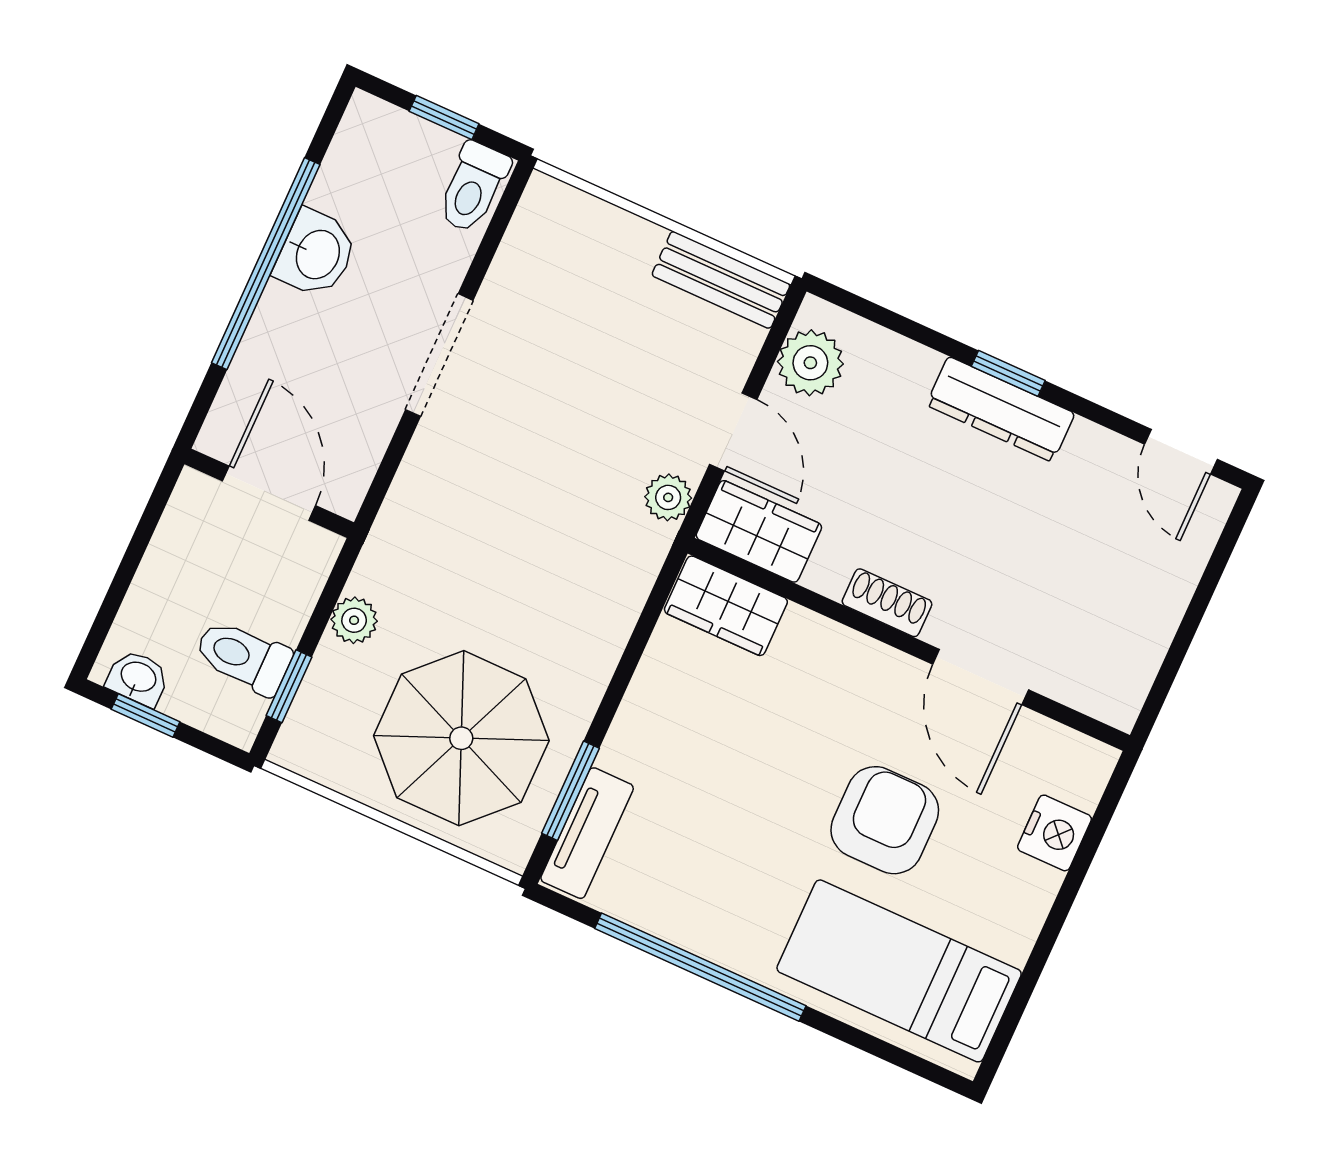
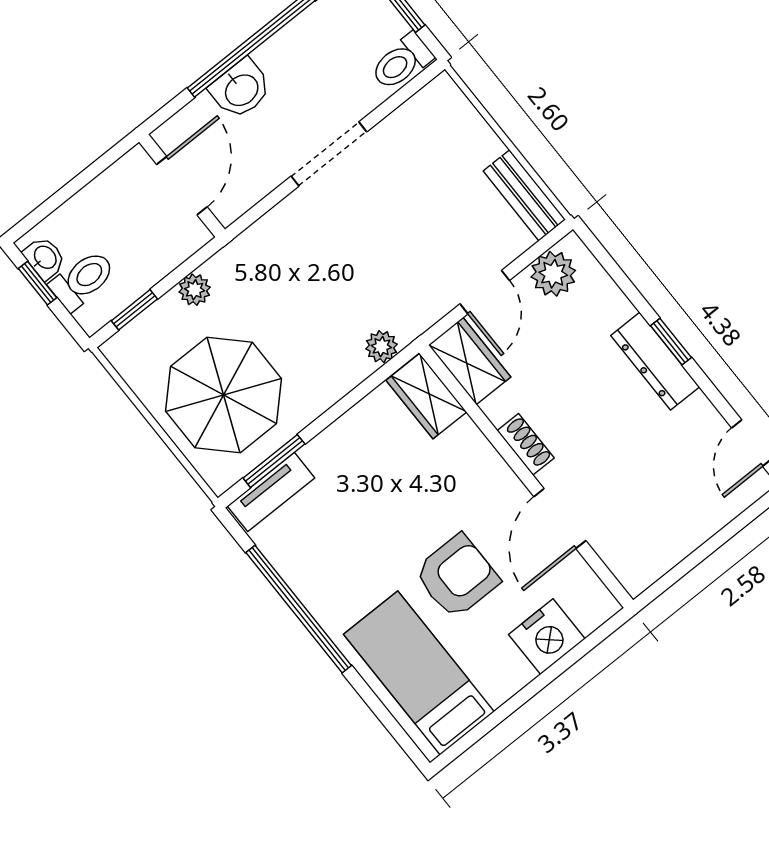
washbasin: (316, 254) -> (241, 89), moved
plant: (668, 497) -> (381, 347), moved
toilet: (243, 657) -> (83, 280), moved, turned 90
nightstand: (1054, 833) -> (547, 637), width x1.36, depth x1.33

